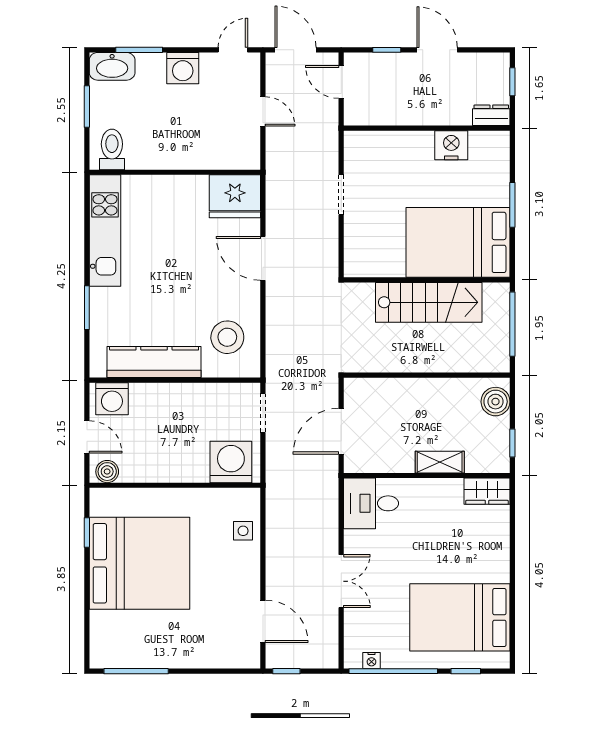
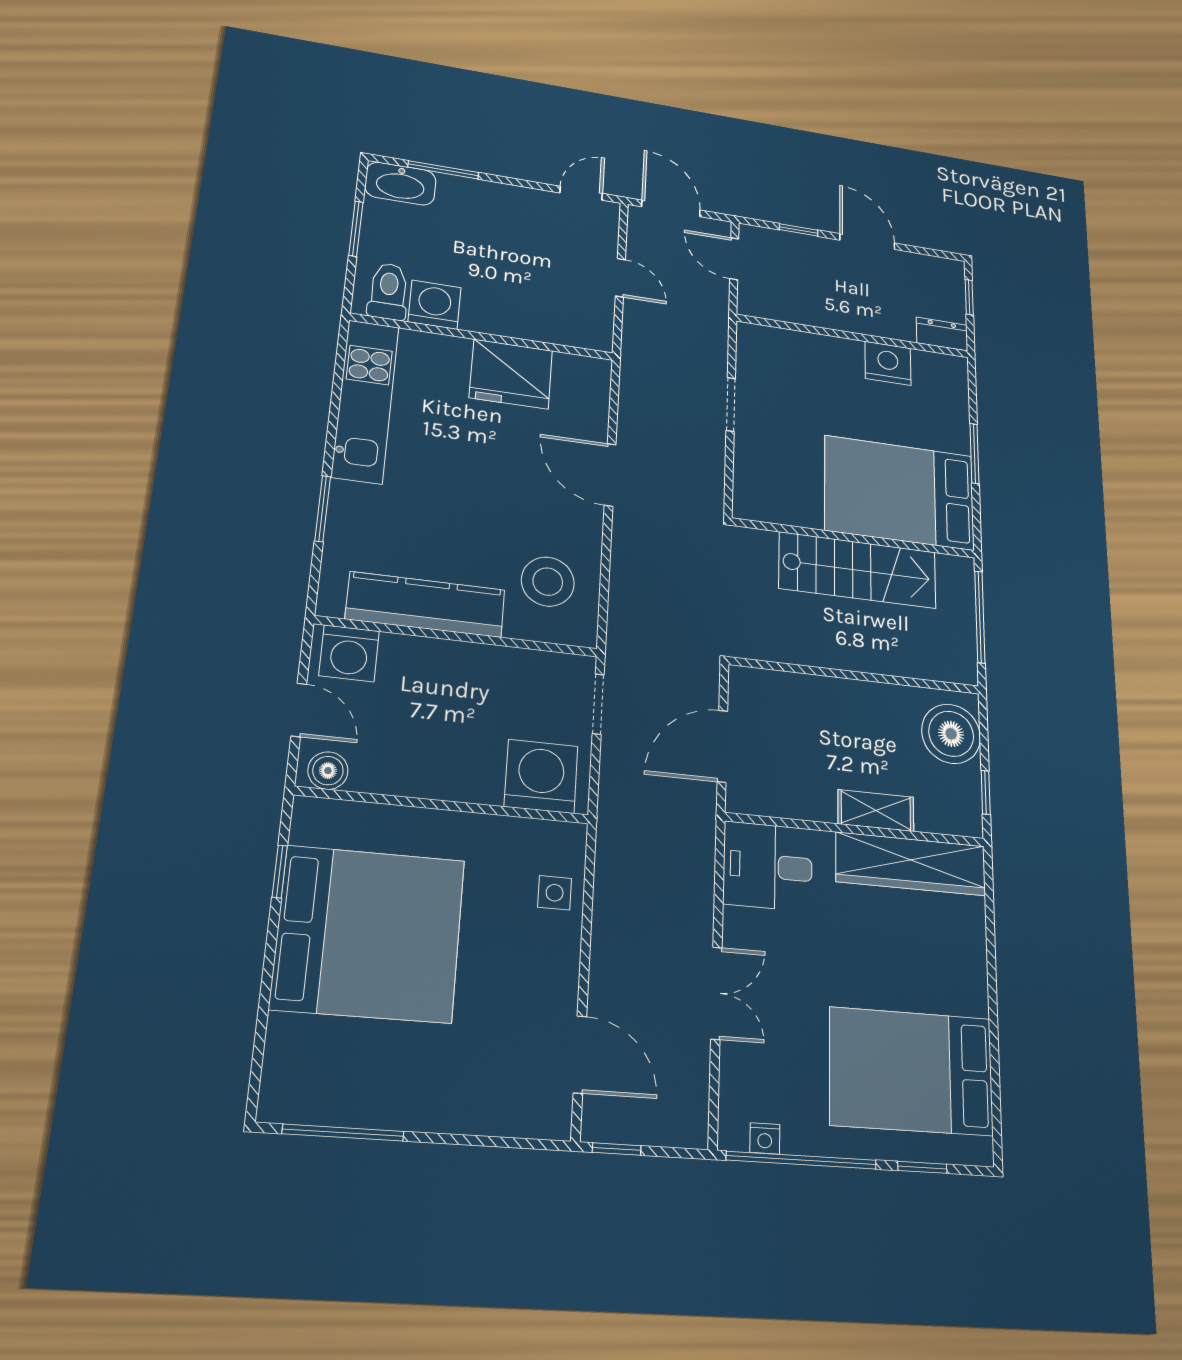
washing machine: (183, 68) -> (435, 305), moved, turned 180
fridge: (235, 196) -> (511, 374), moved
boiler: (496, 402) -> (951, 734), width x1.37, depth x1.37
wardrobe: (487, 491) -> (911, 864), width x2.10, depth x1.17

